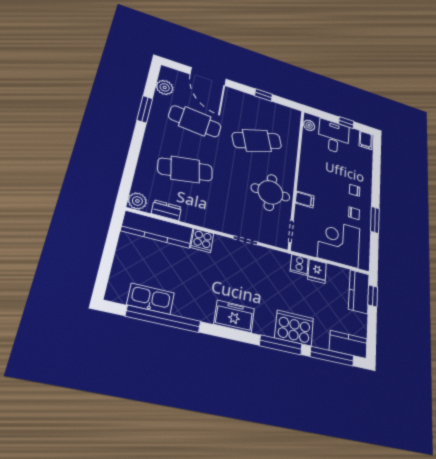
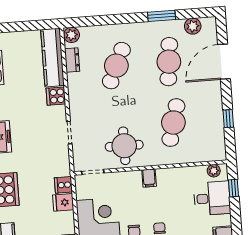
window: (346, 123) -> (233, 188), moved
cafe table: (257, 141) -> (173, 123), turned 33
cafe table: (185, 169) -> (116, 66), turned 33
filing cabinet: (305, 200) -> (149, 178), moved

